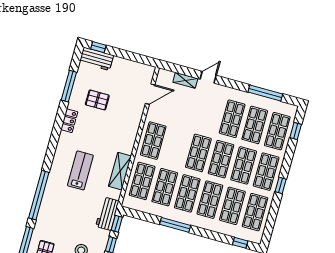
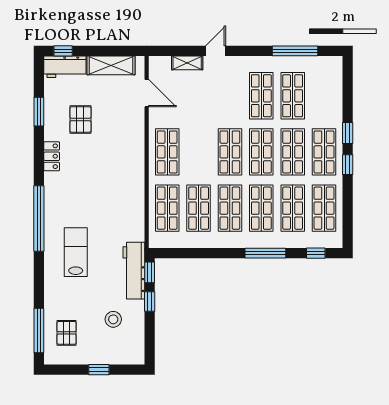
window: (69, 86) -> (39, 112), width x0.69
door: (150, 94) -> (147, 93), hinge flipped
pallet: (97, 100) -> (80, 119), turned 90
shop shelf: (277, 131) -> (324, 96), removed
window: (296, 131) -> (348, 133), moved
lab bench: (80, 170) -> (76, 252), moved
shelving: (120, 171) -> (111, 65), moved, turned 90
window: (39, 195) -> (39, 219), moved
workbench: (107, 214) -> (134, 271), width x1.38
window: (175, 225) -> (265, 253), moved

